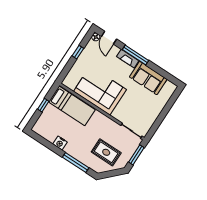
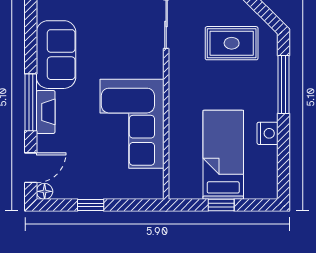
bed: (72, 106) -> (223, 155), moved
rug: (106, 152) -> (232, 43), turned 90

